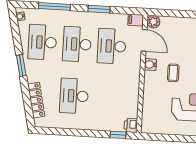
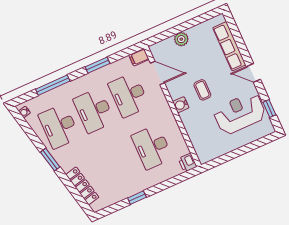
plant: (153, 22) -> (181, 39), moved
water cooler: (150, 65) -> (181, 105), moved
desk: (74, 96) -> (152, 147), moved
window: (118, 135) -> (137, 198), moved

